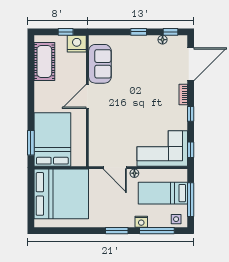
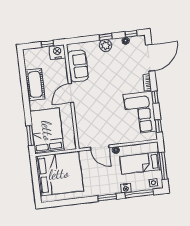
plant: (137, 43) -> (106, 46), added
cot: (44, 61) -> (35, 84), moved
corner sofa: (162, 148) -> (140, 113), moved, turned -90

